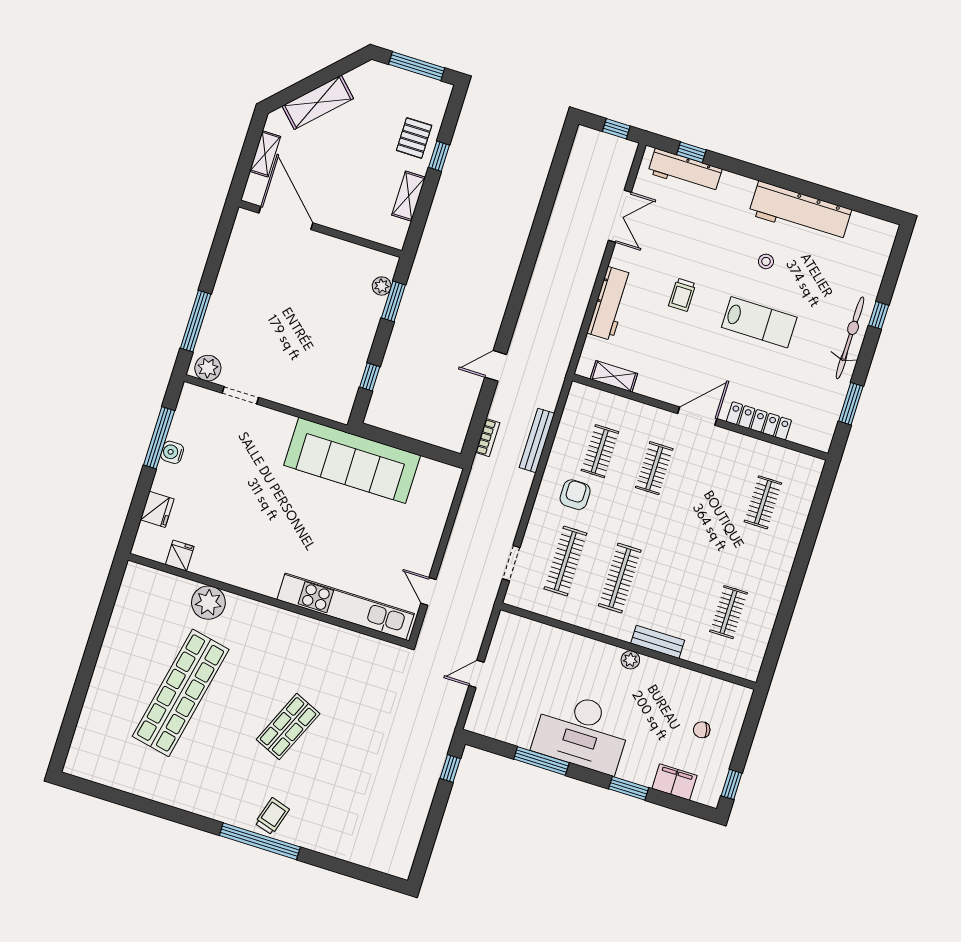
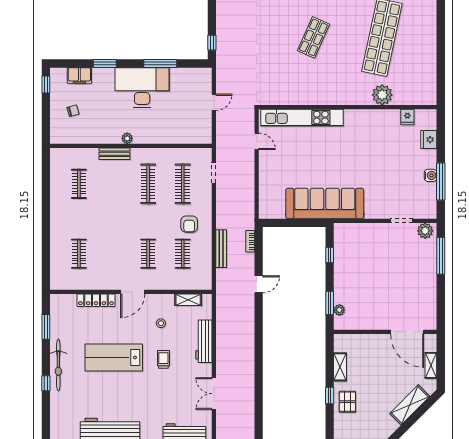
stool: (766, 261) -> (161, 323), moved
lab bench: (759, 322) -> (114, 357), width x1.36, depth x1.39

